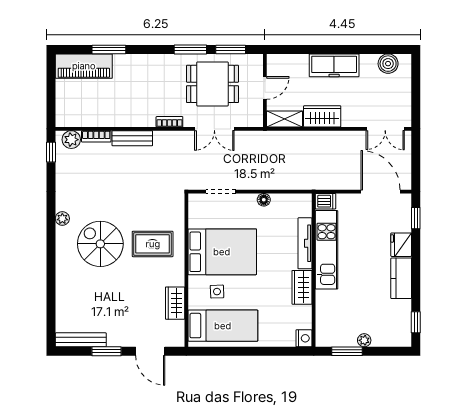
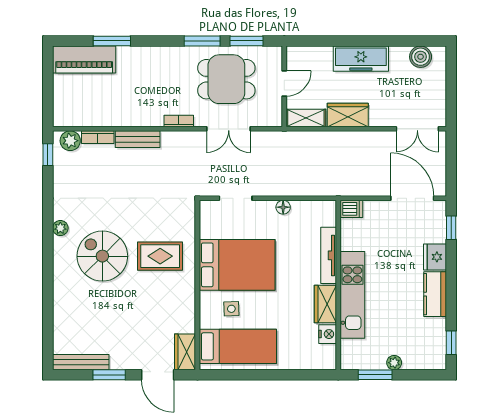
kitchen unit: (327, 250) -> (352, 295), moved
wardrobe: (175, 303) -> (185, 352), moved
nightstand: (304, 338) -> (328, 334), moved

